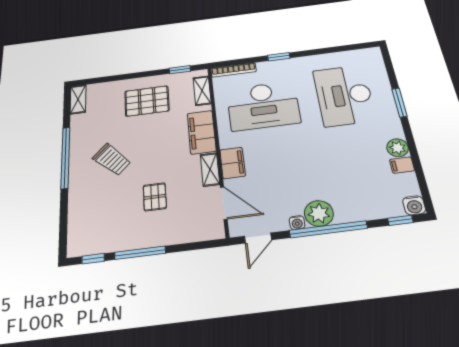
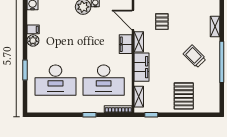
desk: (344, 95) -> (55, 80), turned 90
shelving: (78, 99) -> (215, 26), moved
pallet: (147, 101) -> (184, 96), moved, turned 90
desk: (263, 106) -> (104, 80), turned 180
pallet: (155, 197) -> (162, 22), moved

